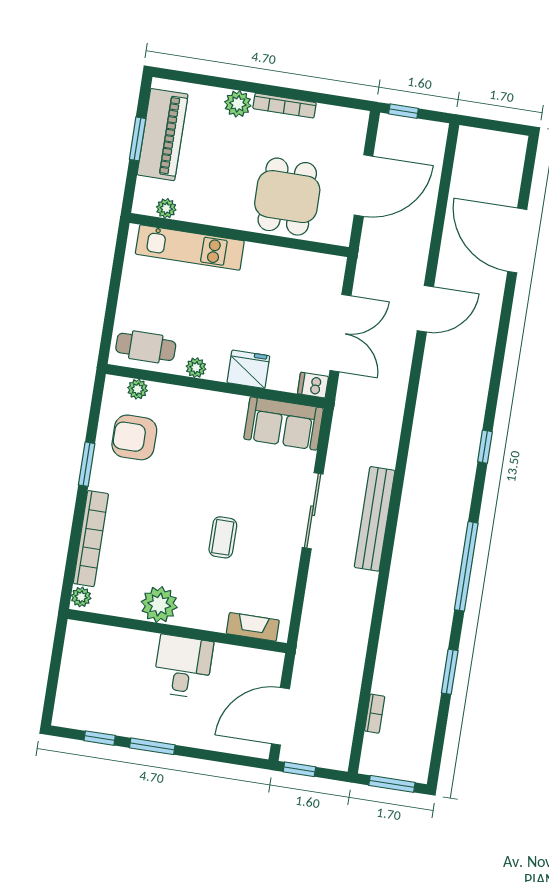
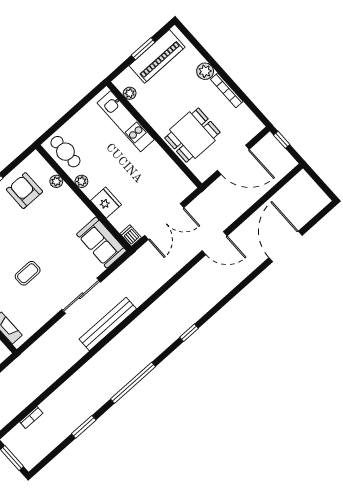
plant: (138, 389) -> (56, 181), moved

